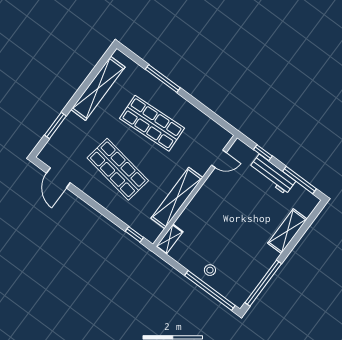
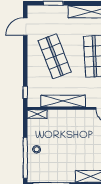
shop shelf: (118, 169) -> (55, 56), turned -30

